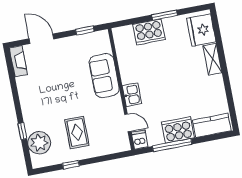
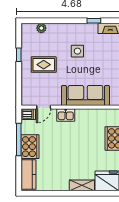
sofa: (104, 76) -> (85, 95), width x1.36
side table: (53, 95) -> (77, 51), added
window: (22, 131) -> (94, 21), moved
plant: (39, 143) -> (41, 28), width x0.53, depth x0.53

